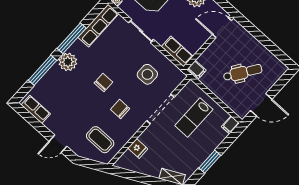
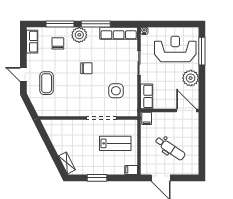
chair: (120, 109) -> (58, 43), moved
lab bench: (194, 118) -> (115, 143), turned 180
coffee table: (100, 140) -> (47, 83), moved
fridge: (138, 149) -> (65, 126), removed

